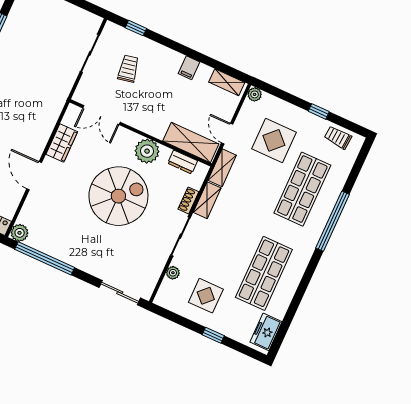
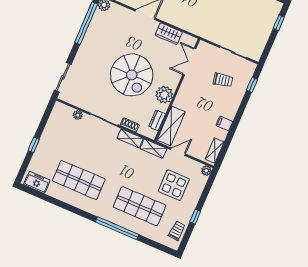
display table: (206, 296) -> (62, 139), removed

